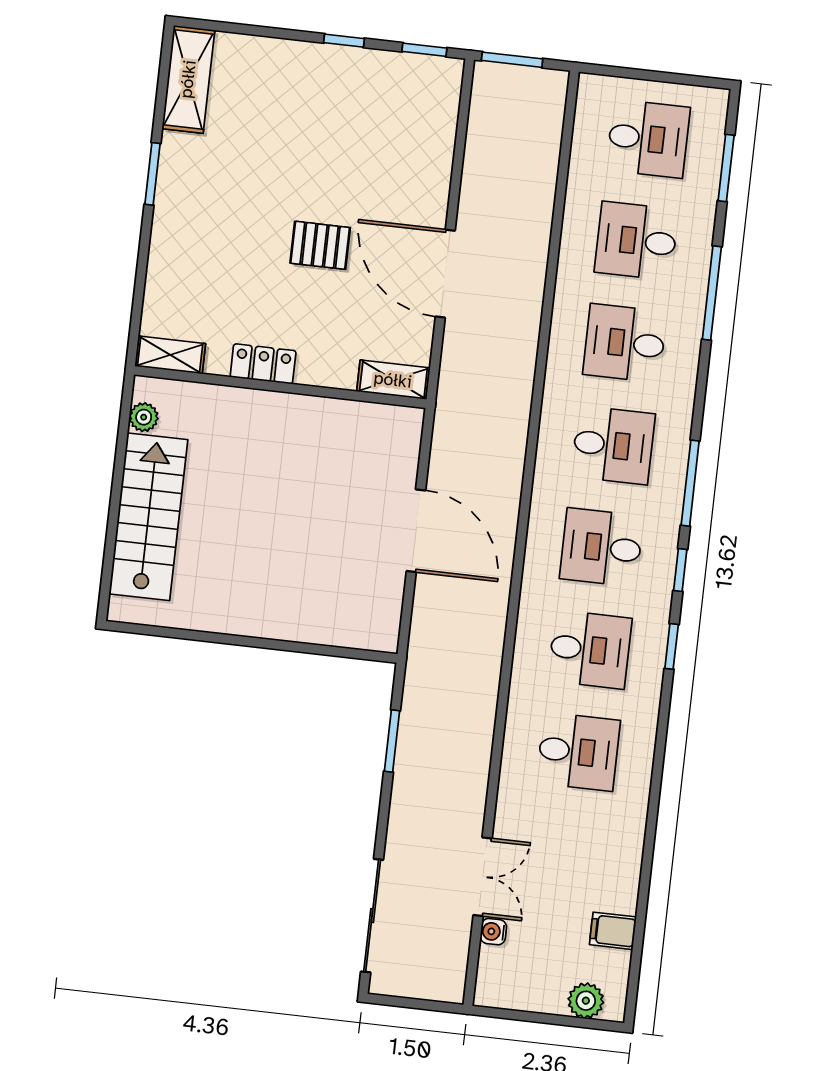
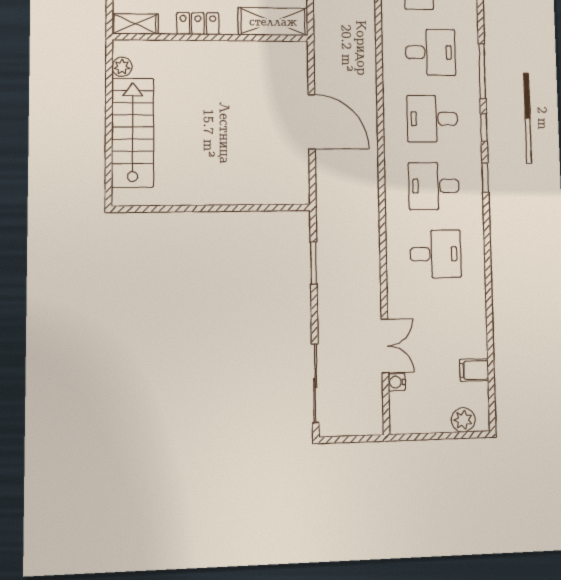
shelving: (393, 380) -> (273, 22), width x1.50, depth x1.33
desk: (590, 650) -> (434, 186), turned 180

